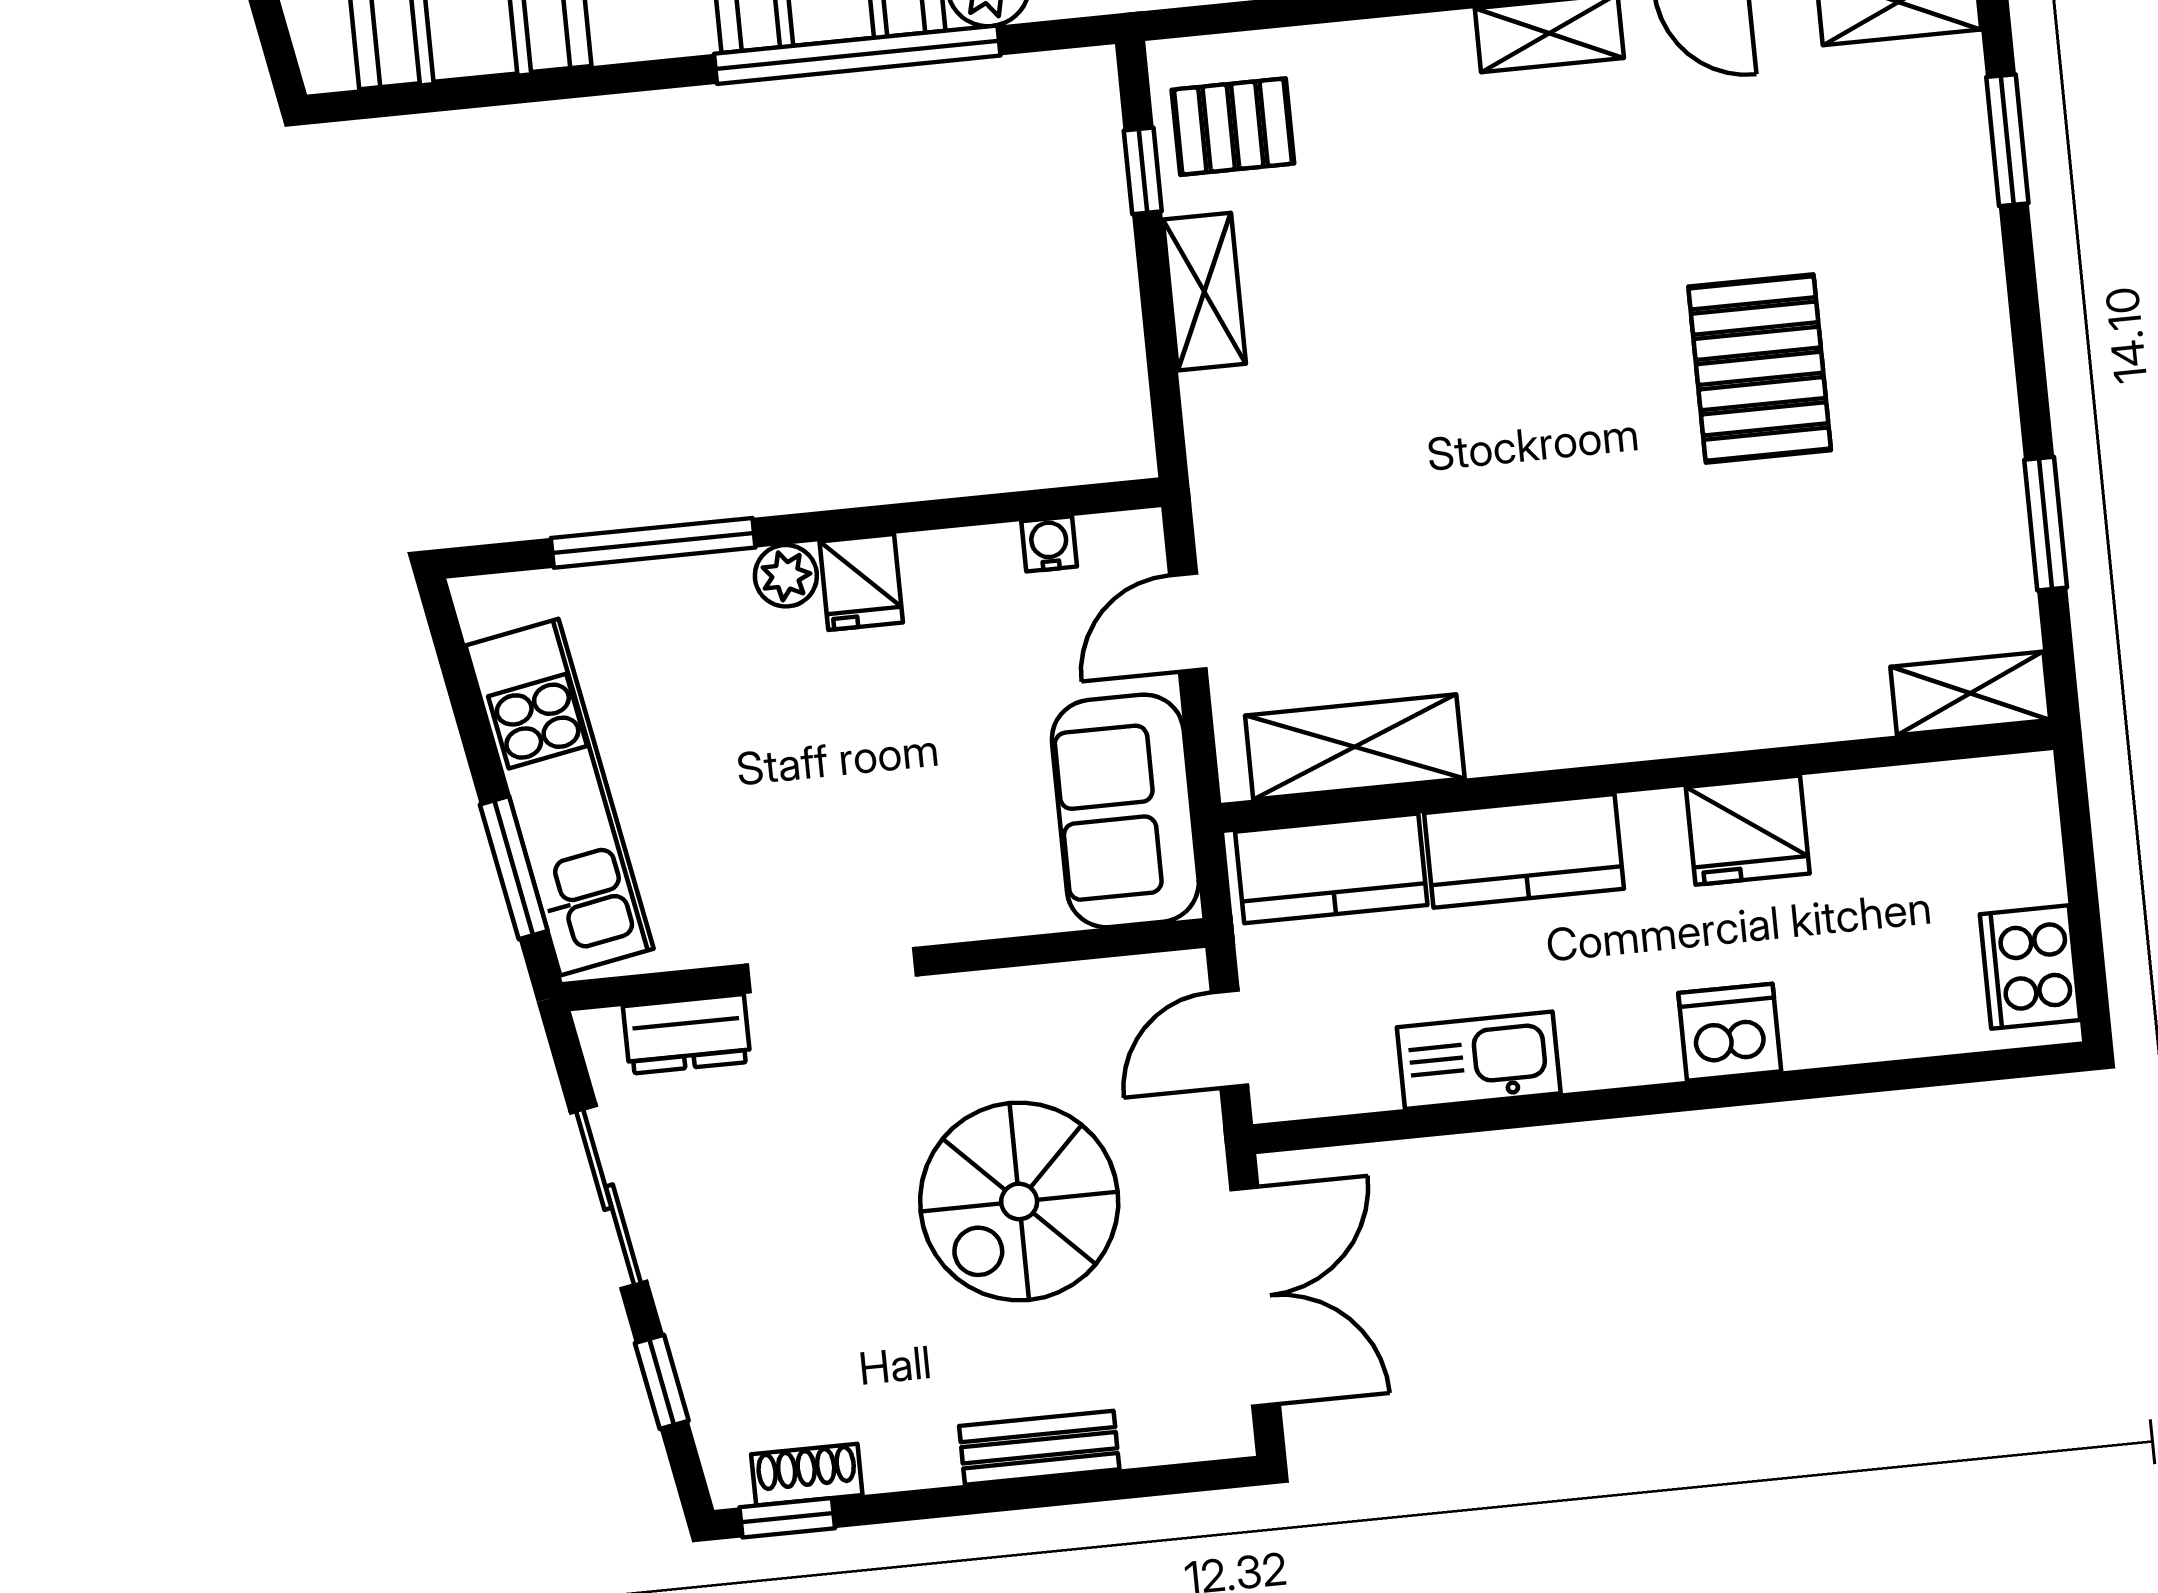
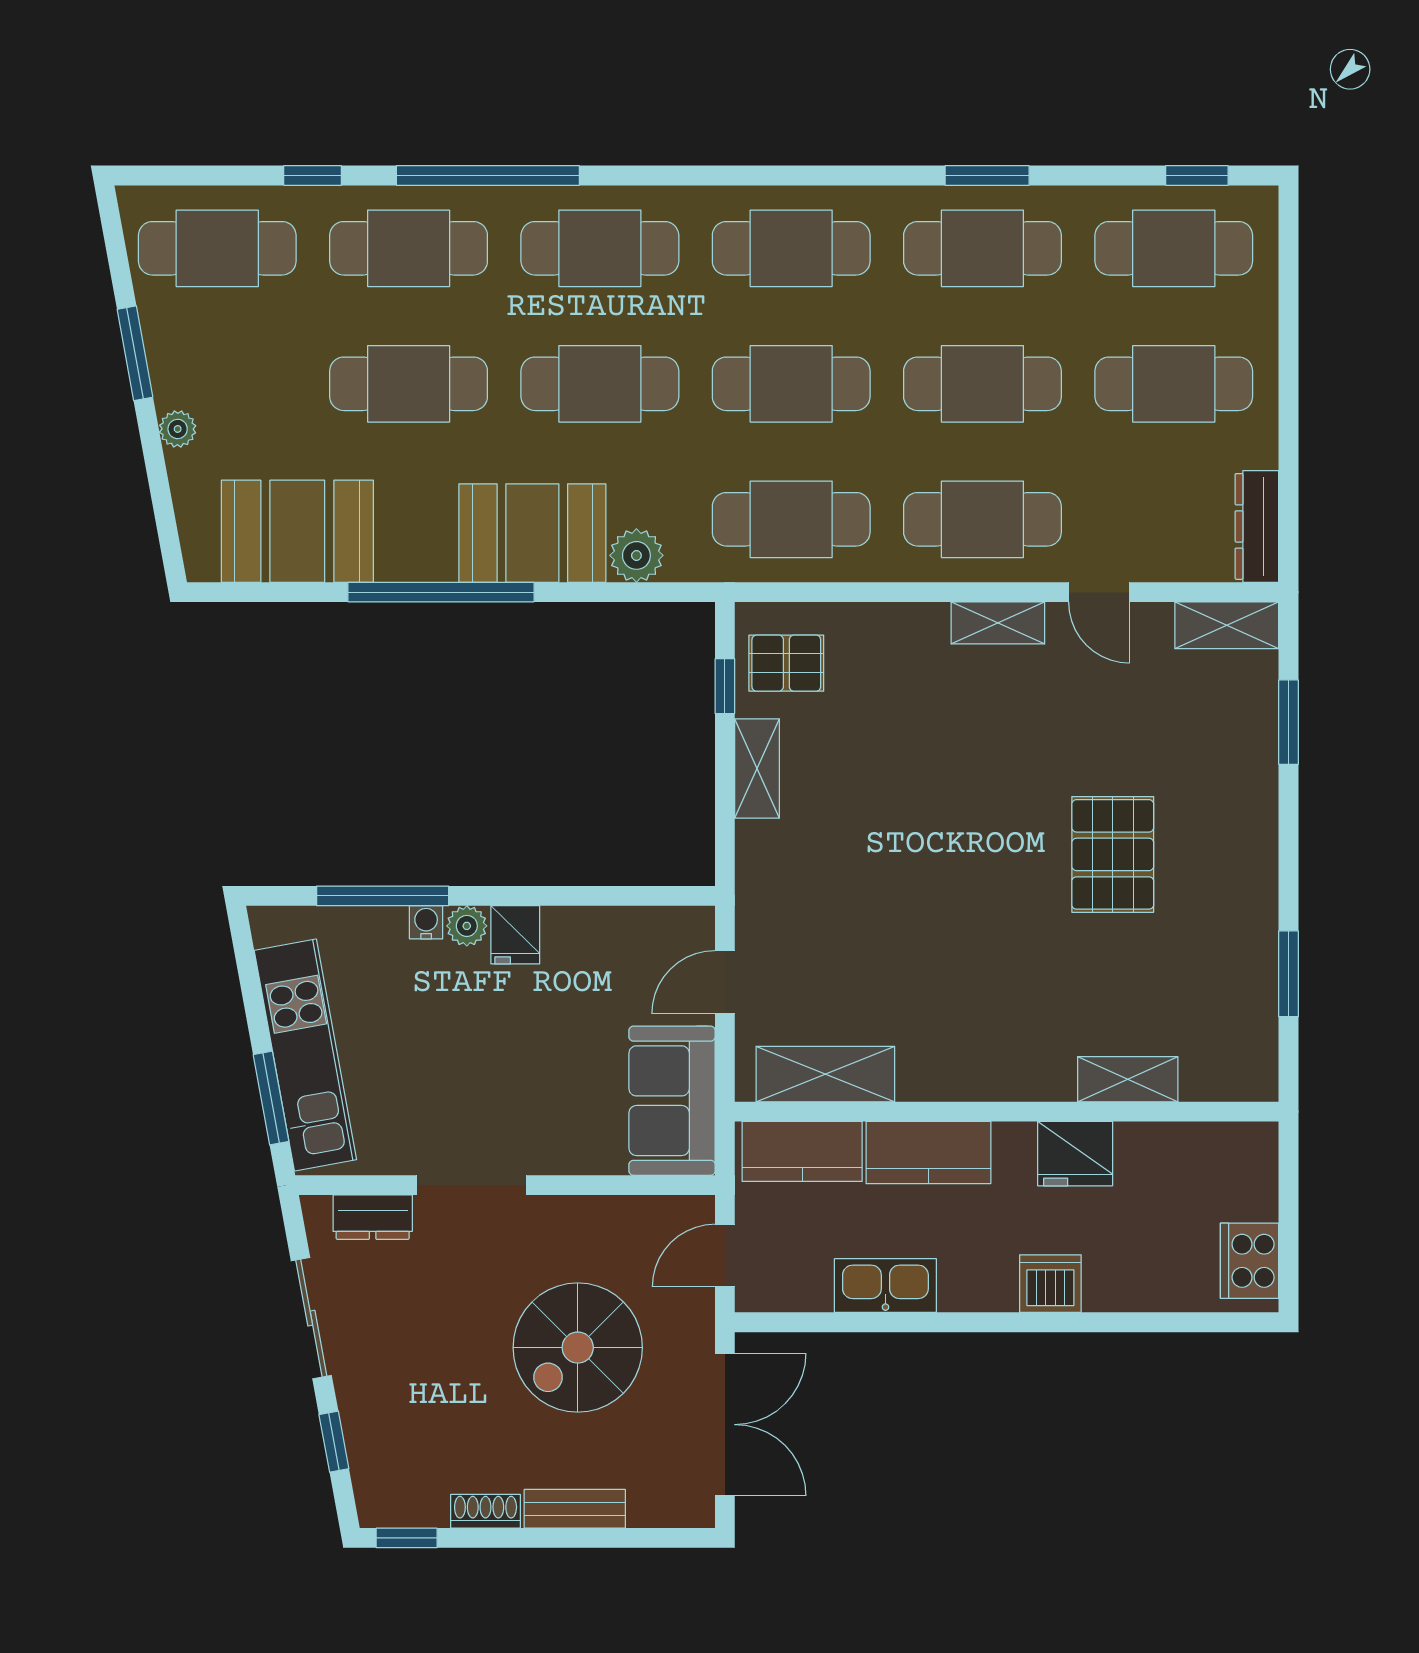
window: (857, 55) -> (441, 592), moved
water cooler: (1049, 544) -> (426, 922), moved
shelving: (1970, 693) -> (1128, 1079), moved
shoe rack: (807, 1475) -> (486, 1511), moved

